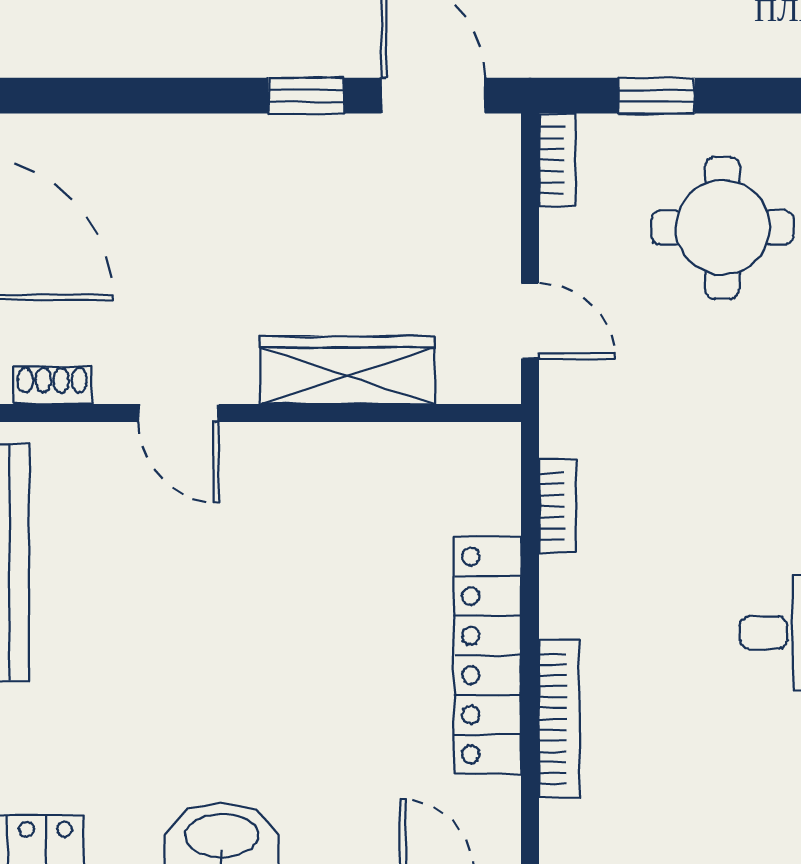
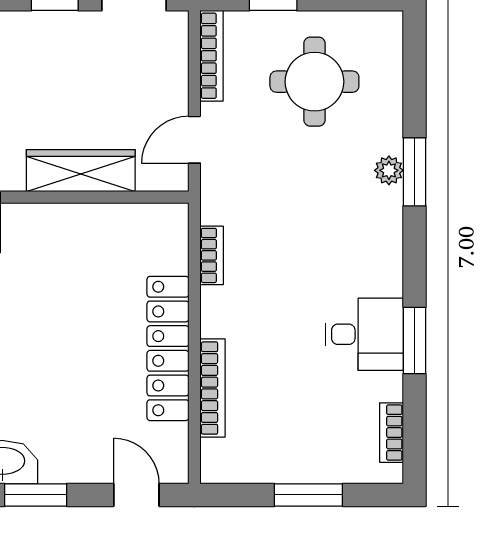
bookcase: (558, 160) -> (212, 56), width x1.56
door: (530, 321) -> (194, 140), swing flipped

